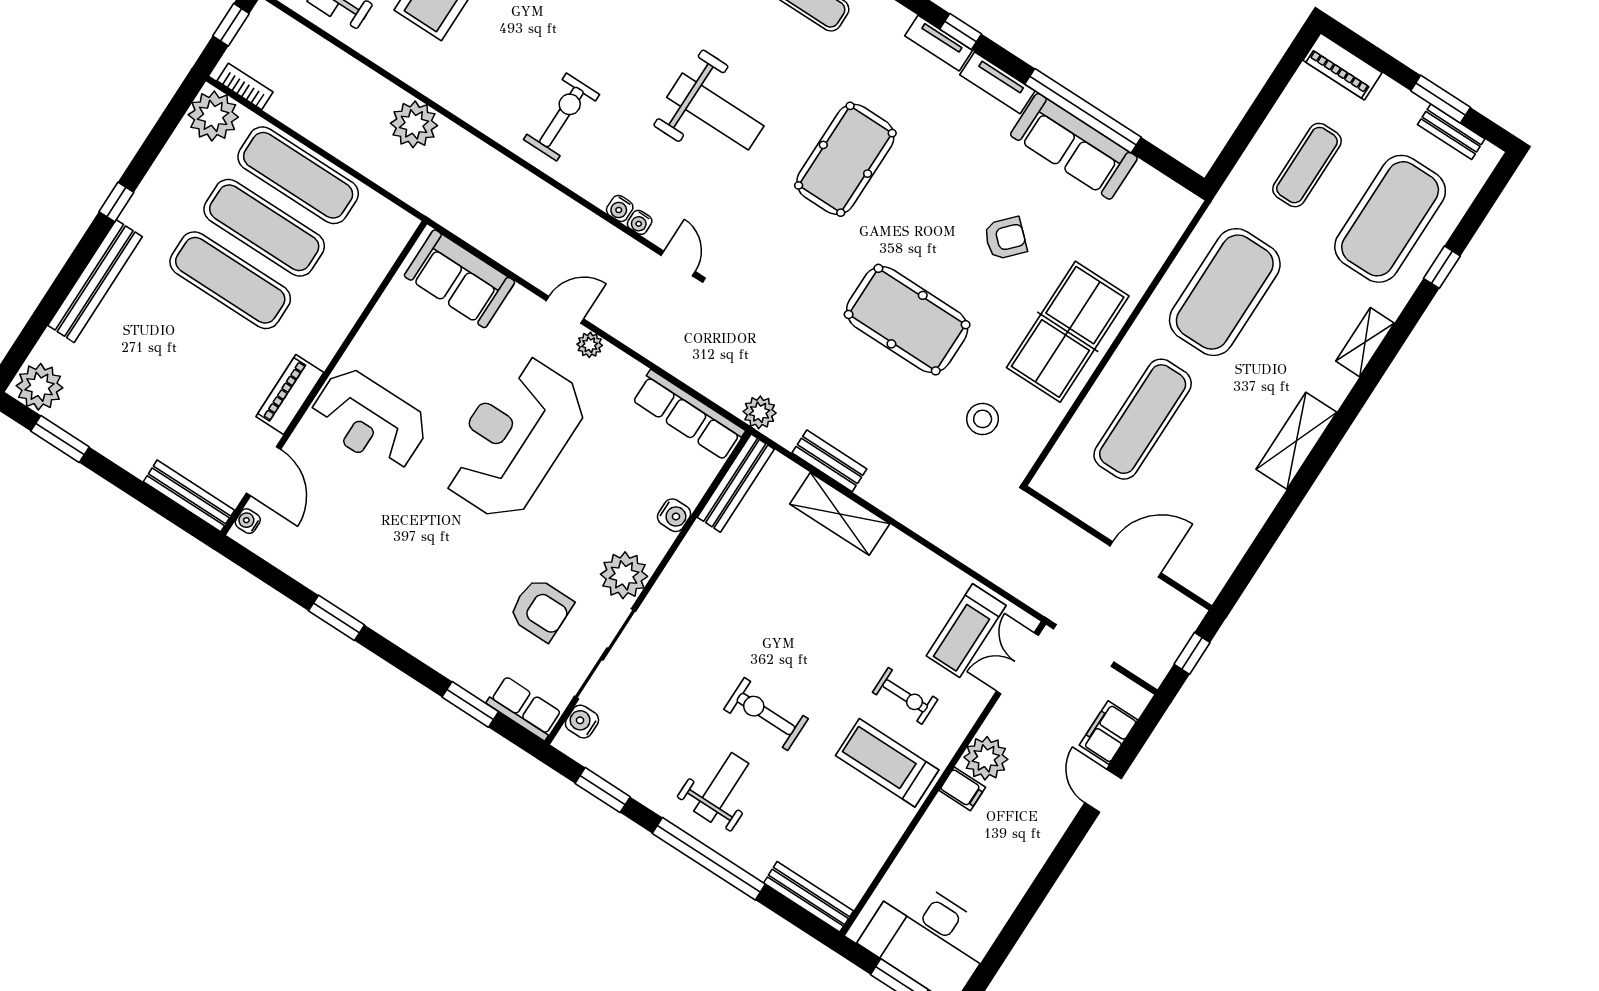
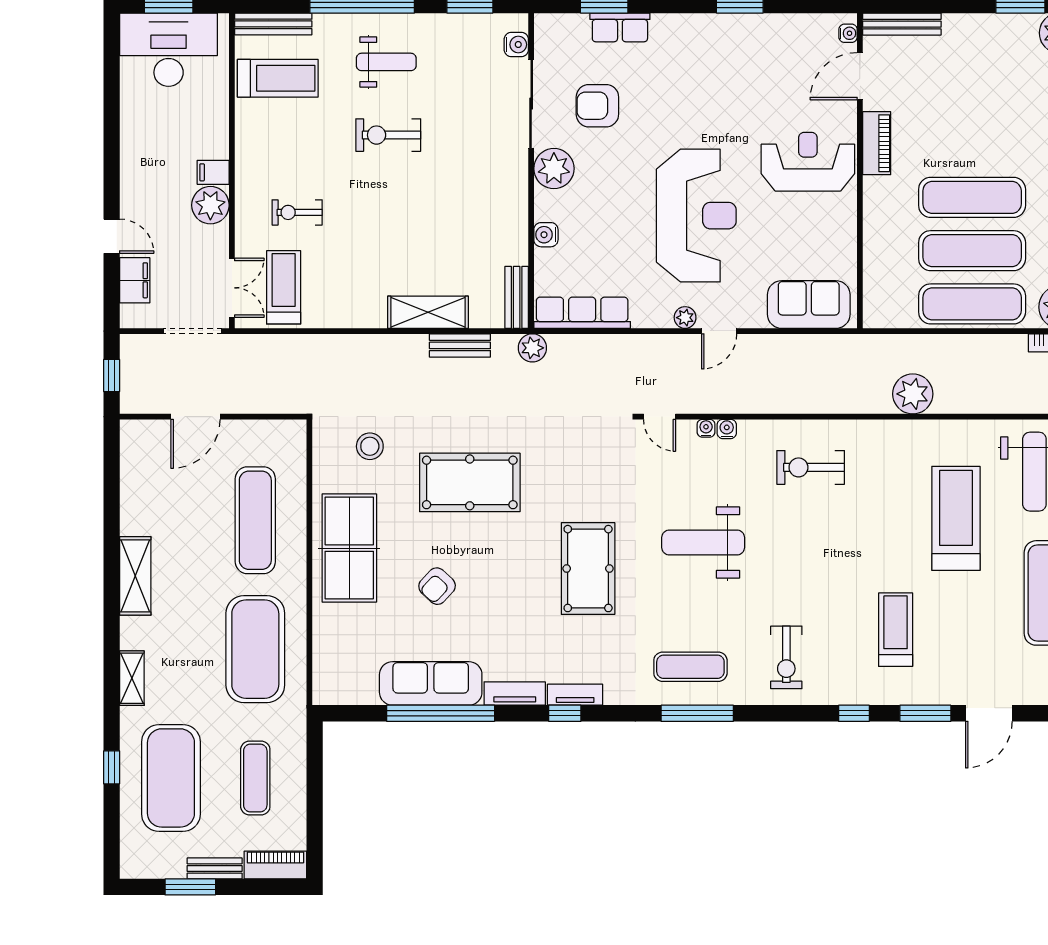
exercise bike: (562, 117) -> (811, 467), turned 90
bench: (1451, 132) -> (215, 868), moved
door: (264, 471) -> (860, 76), hinge flipped
bench: (736, 483) -> (517, 297), width x0.73
row of seats: (524, 708) -> (620, 27), moved
exercise bike: (766, 714) -> (388, 135), turned 180
treadmill: (887, 763) -> (278, 78), moved
weight bench: (721, 787) -> (386, 62), turned -90

